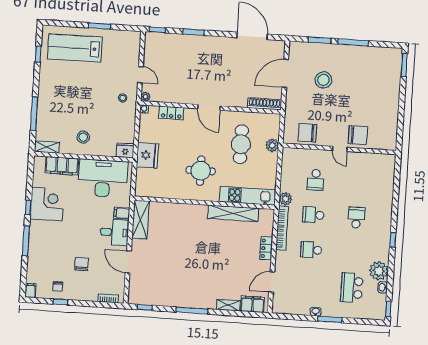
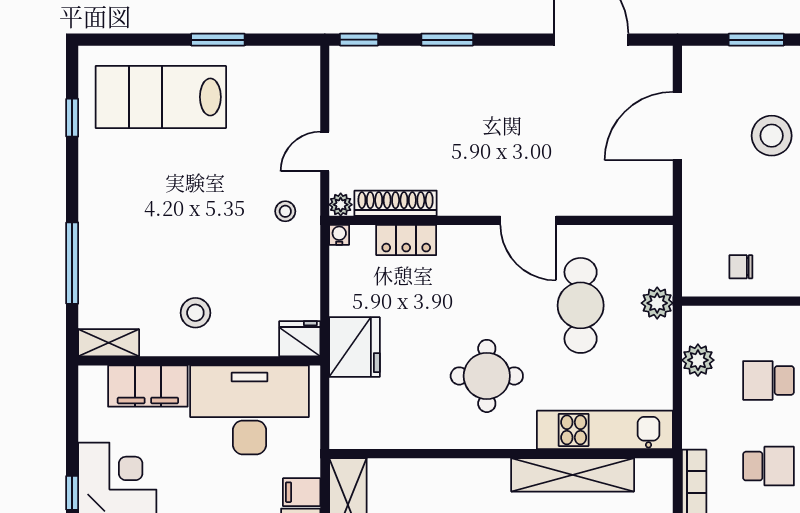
door: (140, 75) -> (325, 152), swing flipped
shoe rack: (265, 104) -> (396, 203), moved
door: (209, 107) -> (528, 220), moved
chair: (307, 133) -> (741, 267), width x0.54, depth x0.54
school desk: (316, 180) -> (769, 380), turned 90
plant: (286, 199) -> (698, 360), moved
school desk: (313, 215) -> (769, 466), turned 180

